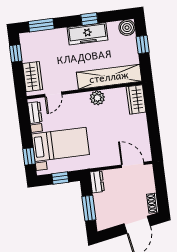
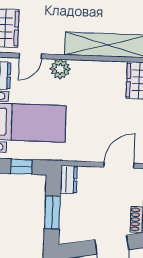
plant: (97, 98) -> (60, 69), moved
door: (133, 165) -> (119, 165), hinge flipped

